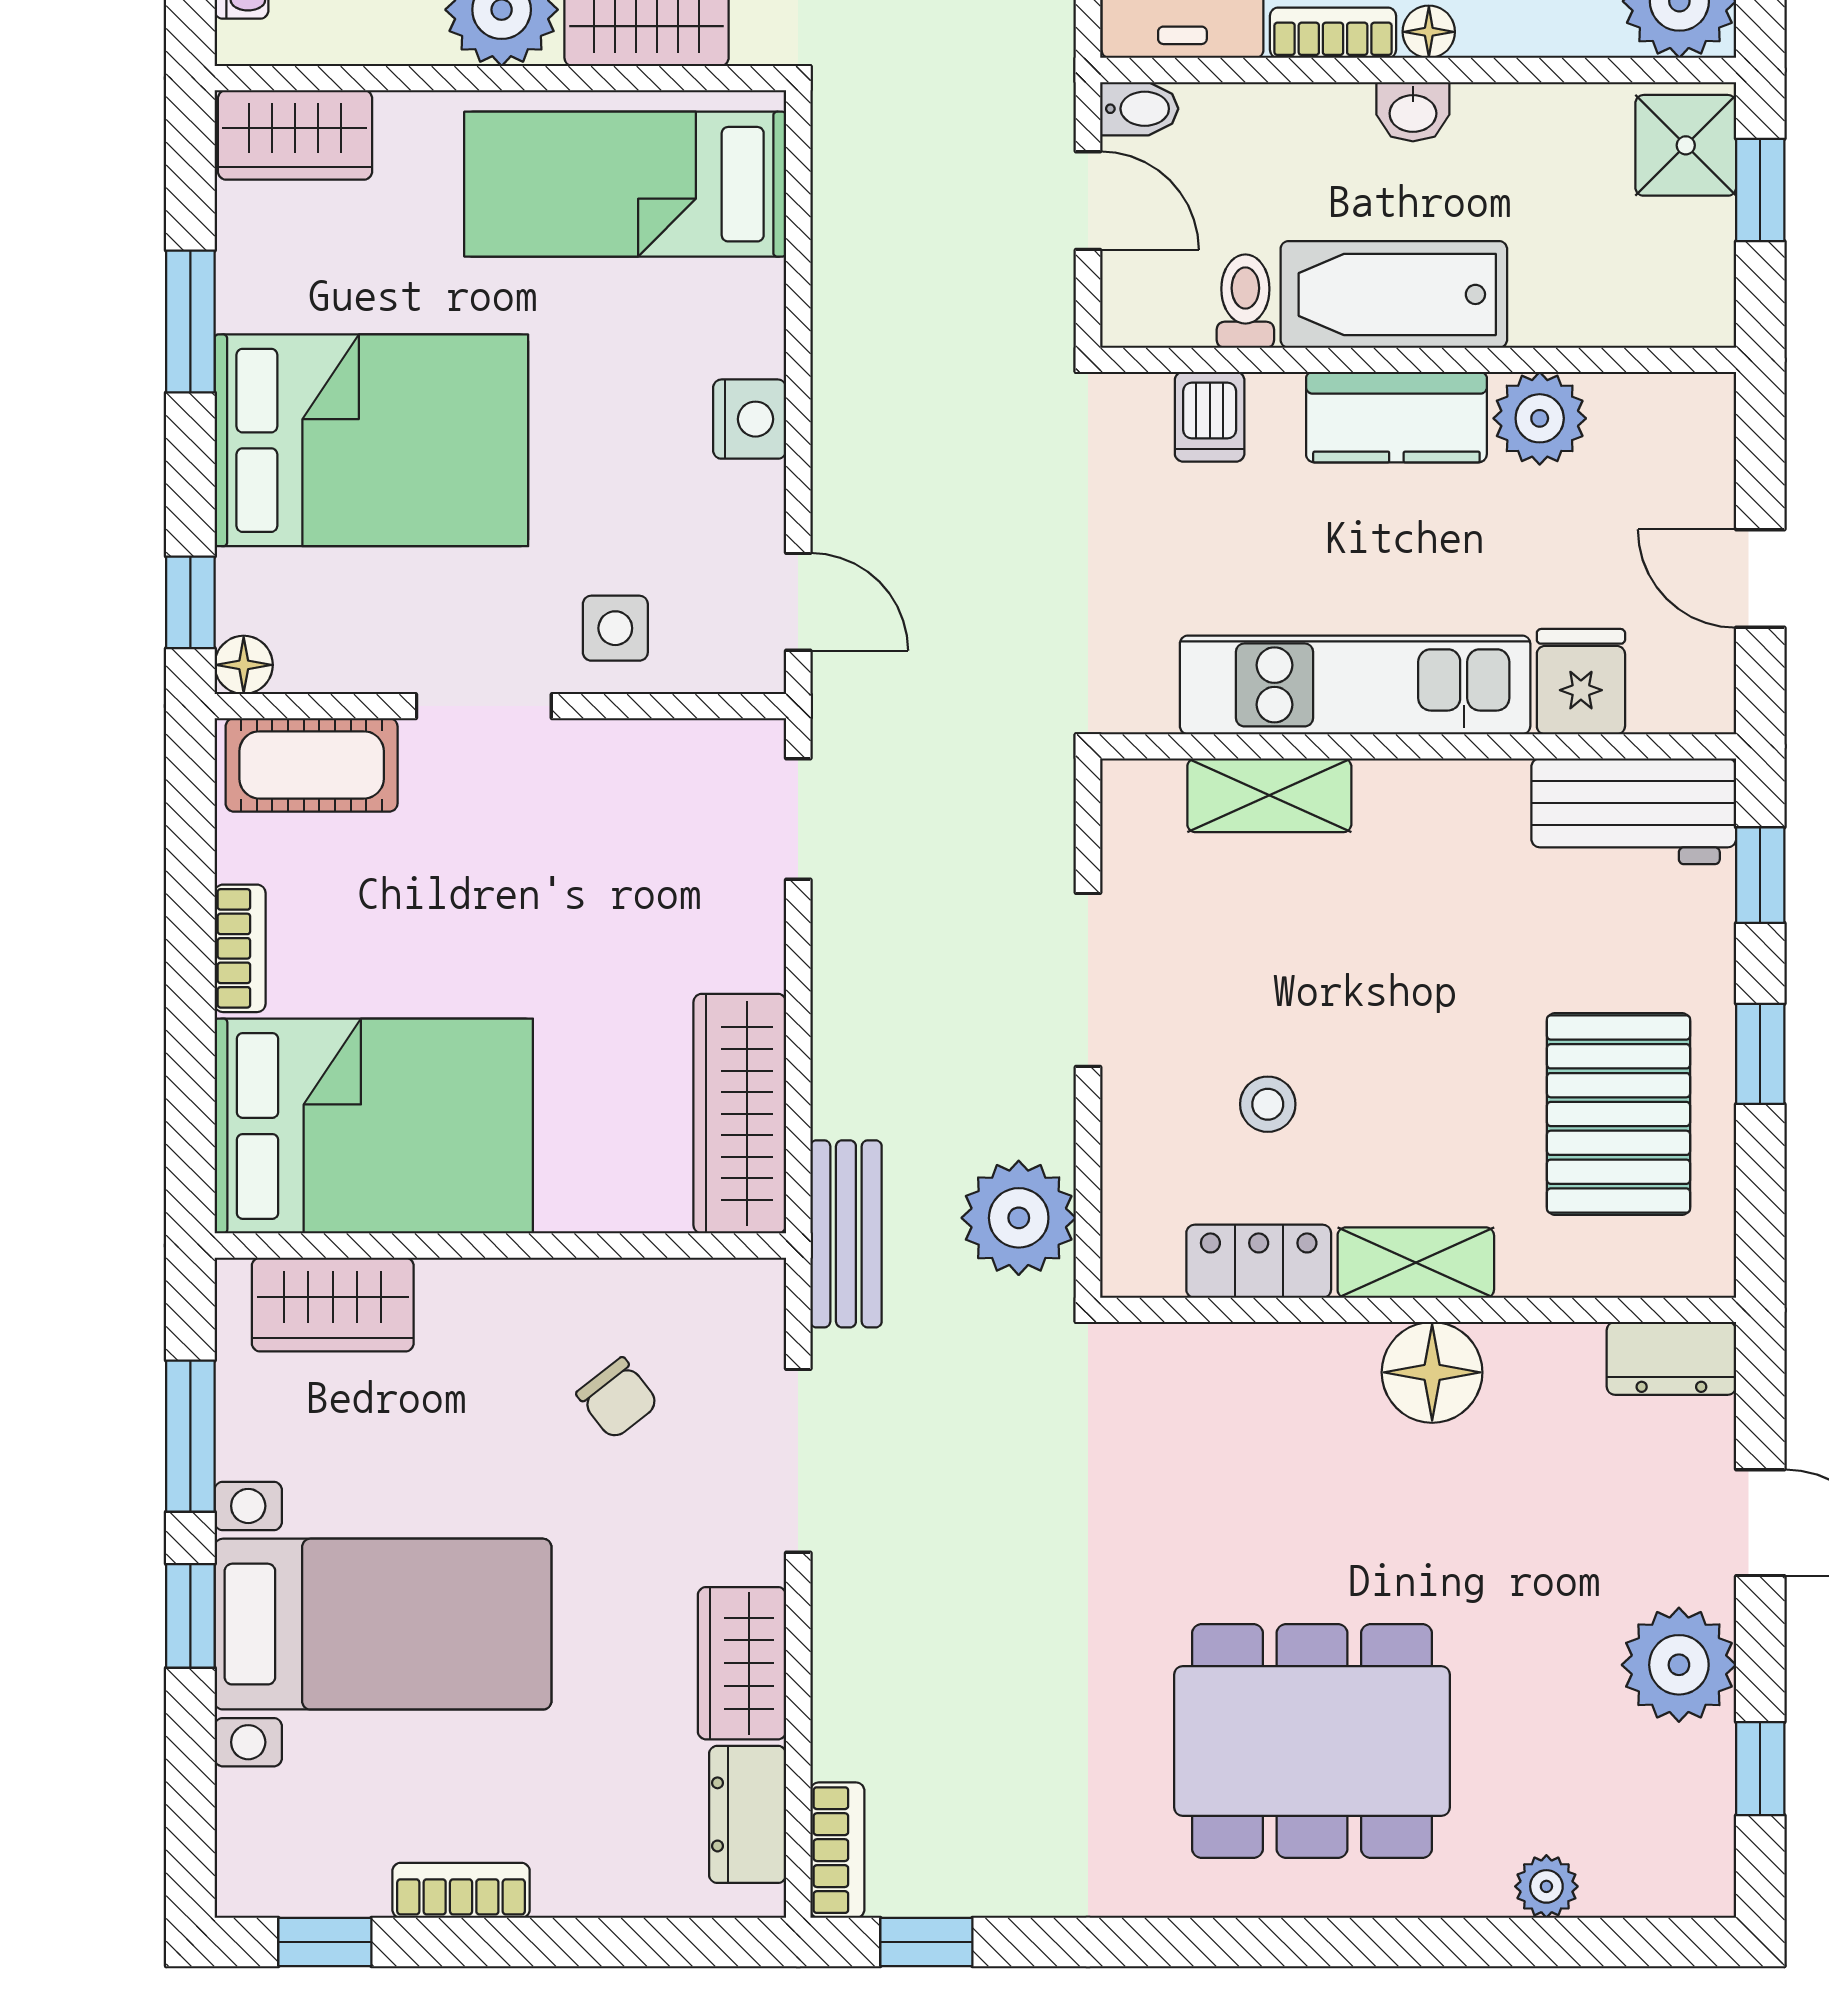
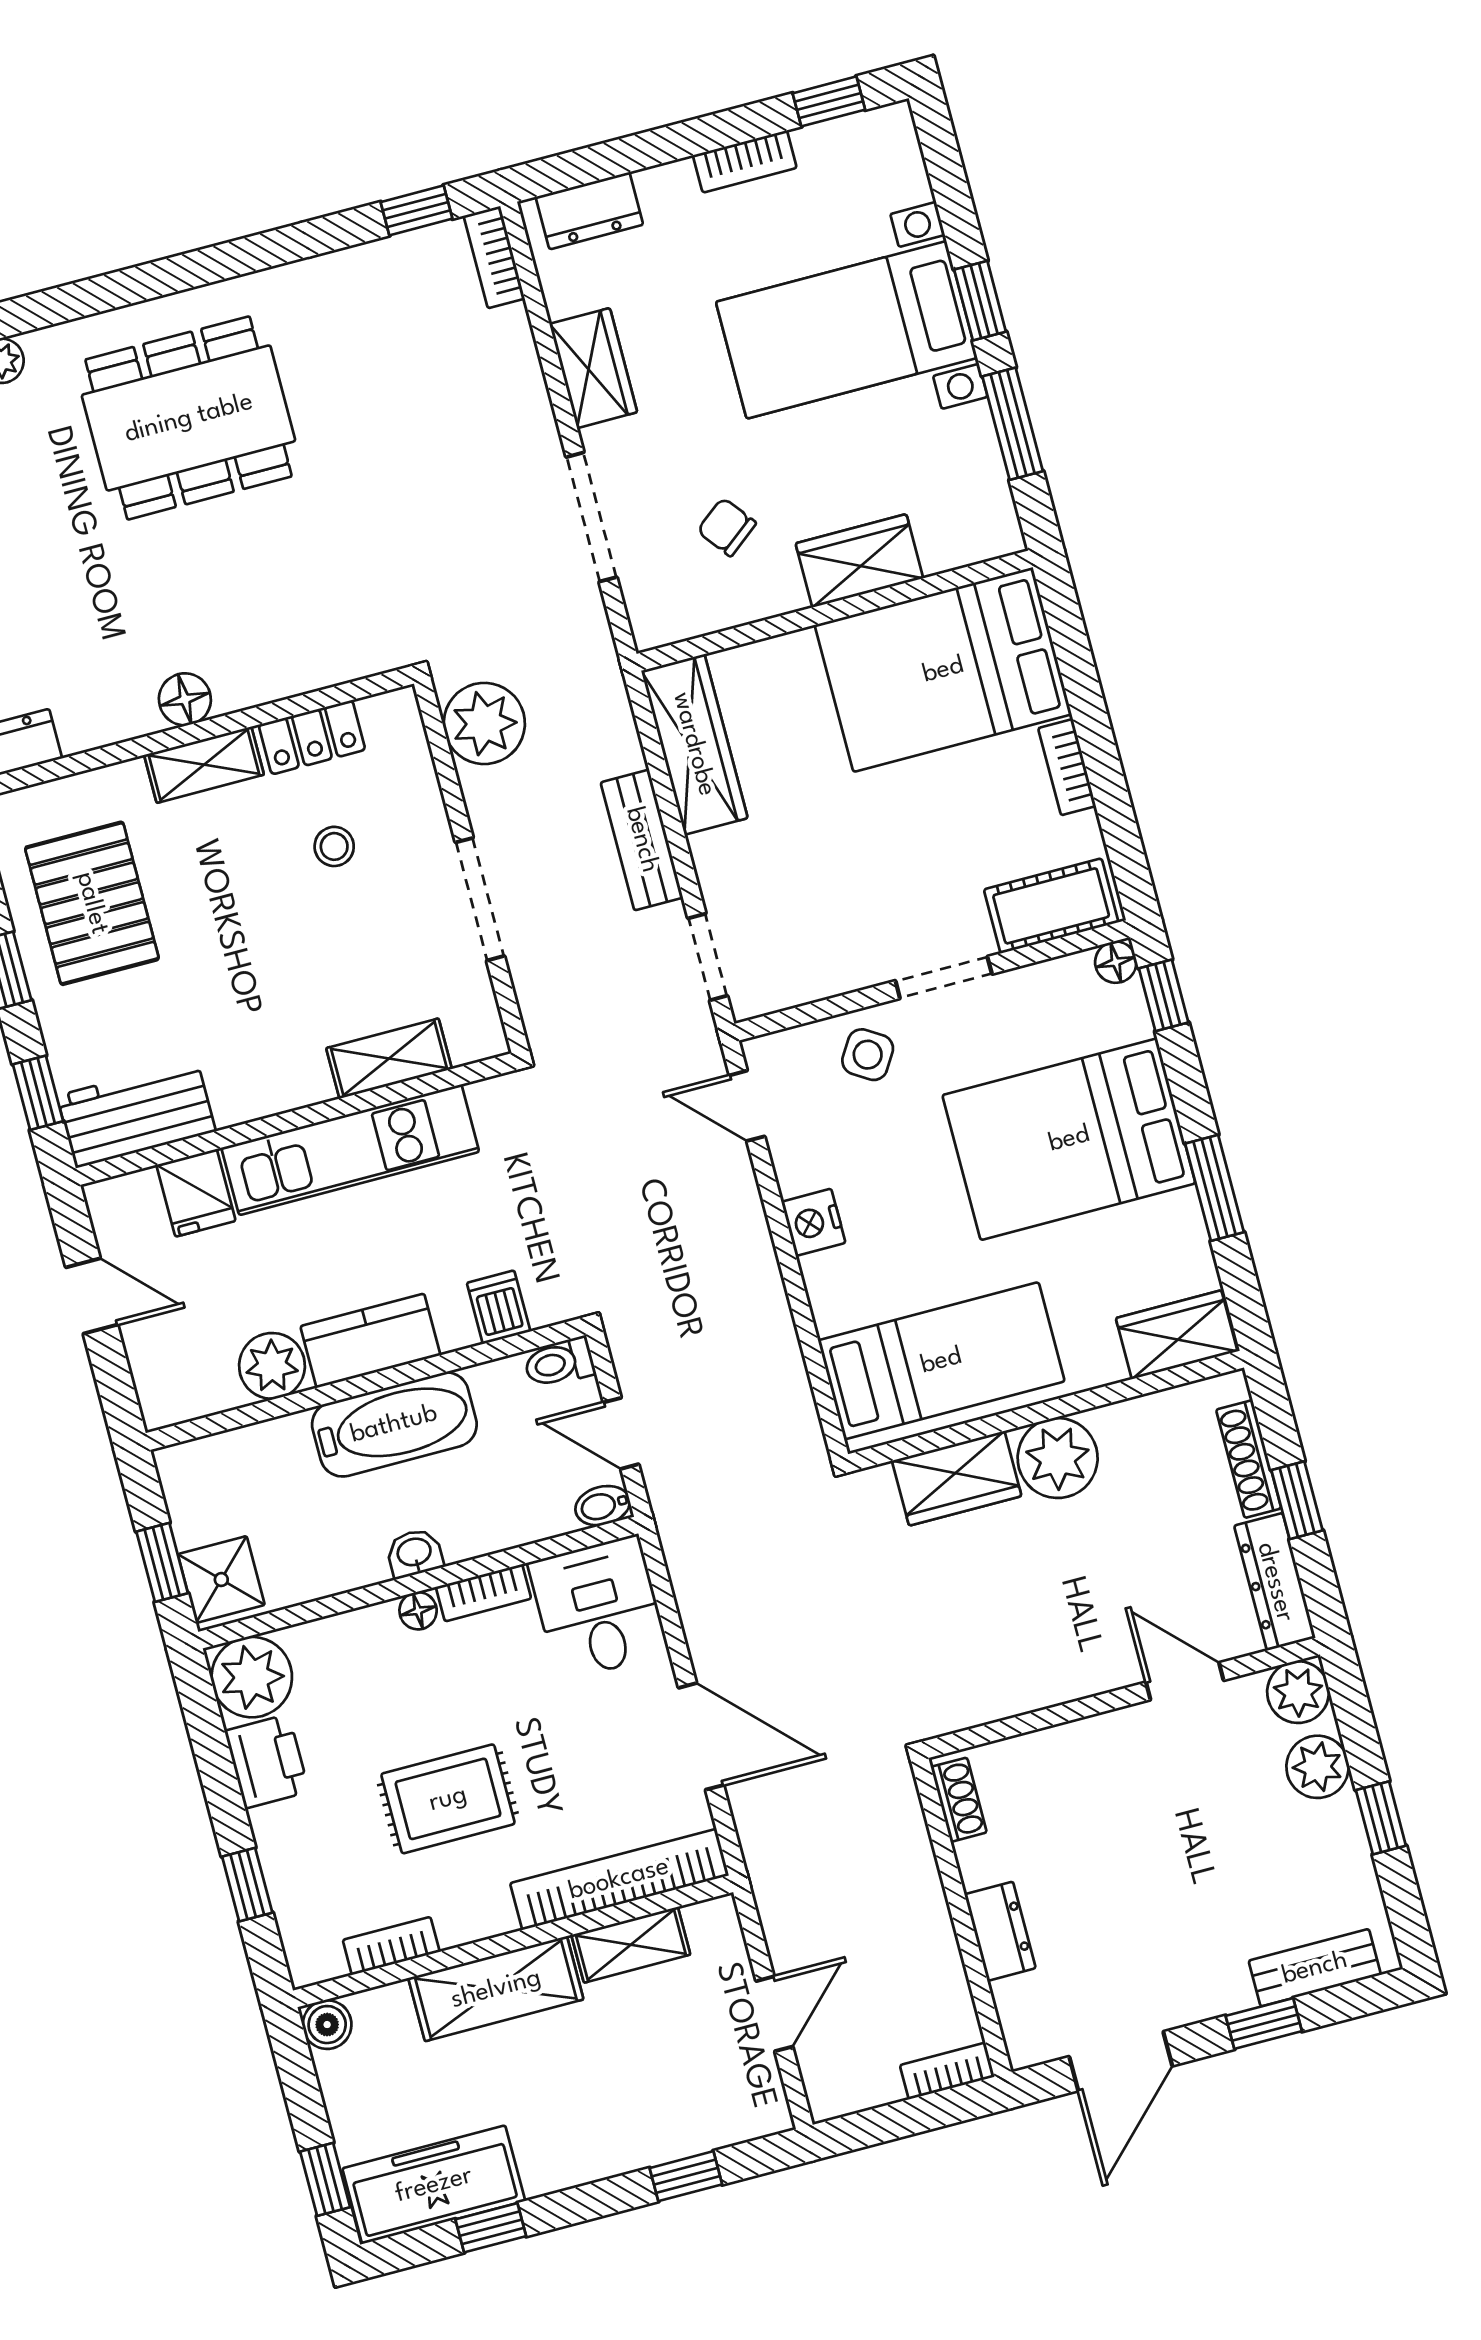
toilet: (1245, 301) -> (559, 1363), moved, turned 90
side table: (615, 628) -> (868, 1055), turned 32
bench: (846, 1234) -> (642, 840), moved
wardrobe: (333, 1305) -> (859, 561), moved
floor lamp: (1432, 1372) -> (185, 699), width x0.73, depth x0.73
dresser: (748, 1814) -> (589, 211), moved, turned 90

